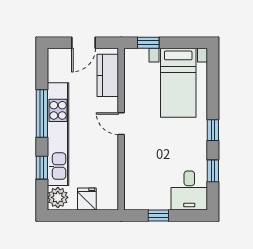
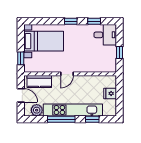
plant: (58, 197) -> (37, 110), moved

